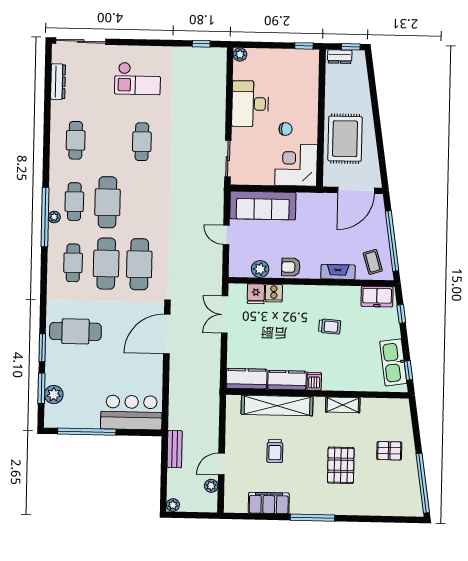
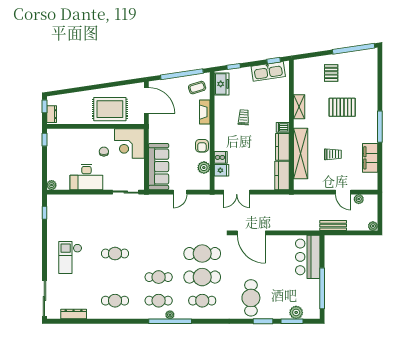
checkout: (138, 79) -> (70, 258), turned 180
cafe table: (107, 202) -> (159, 277), width x0.73, depth x0.74

